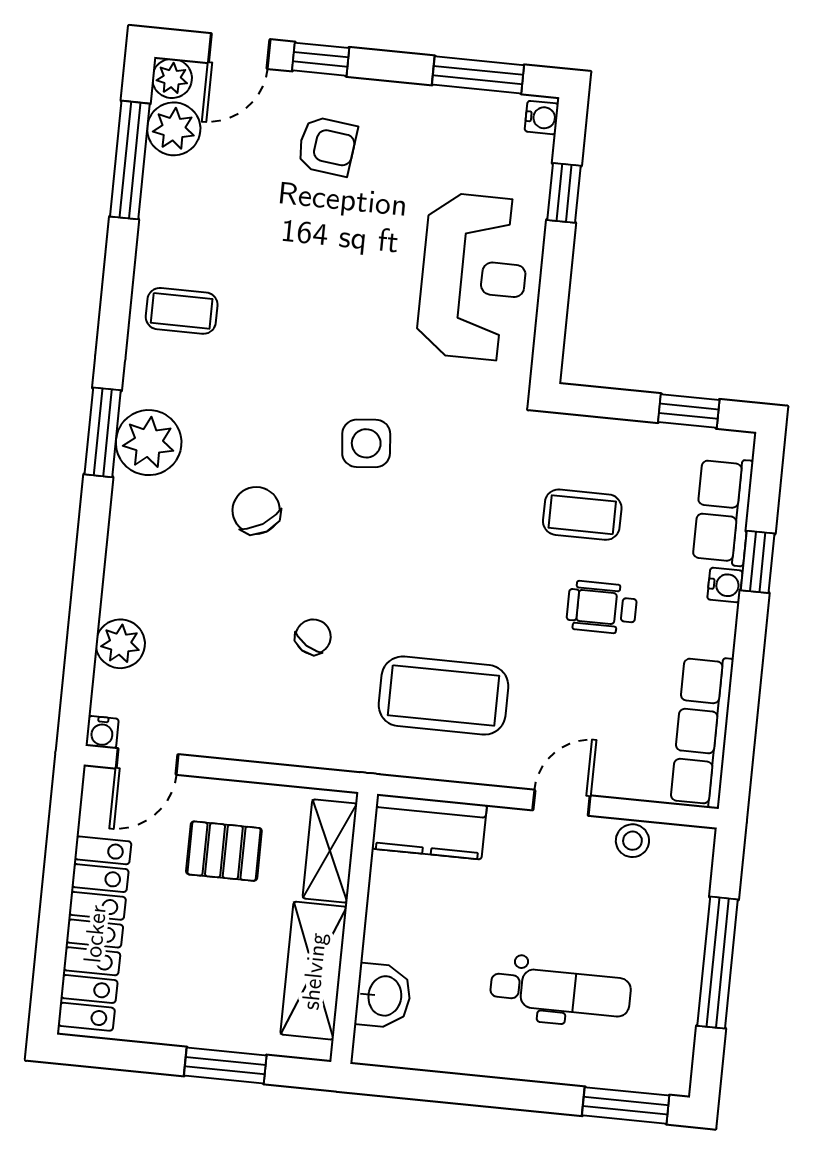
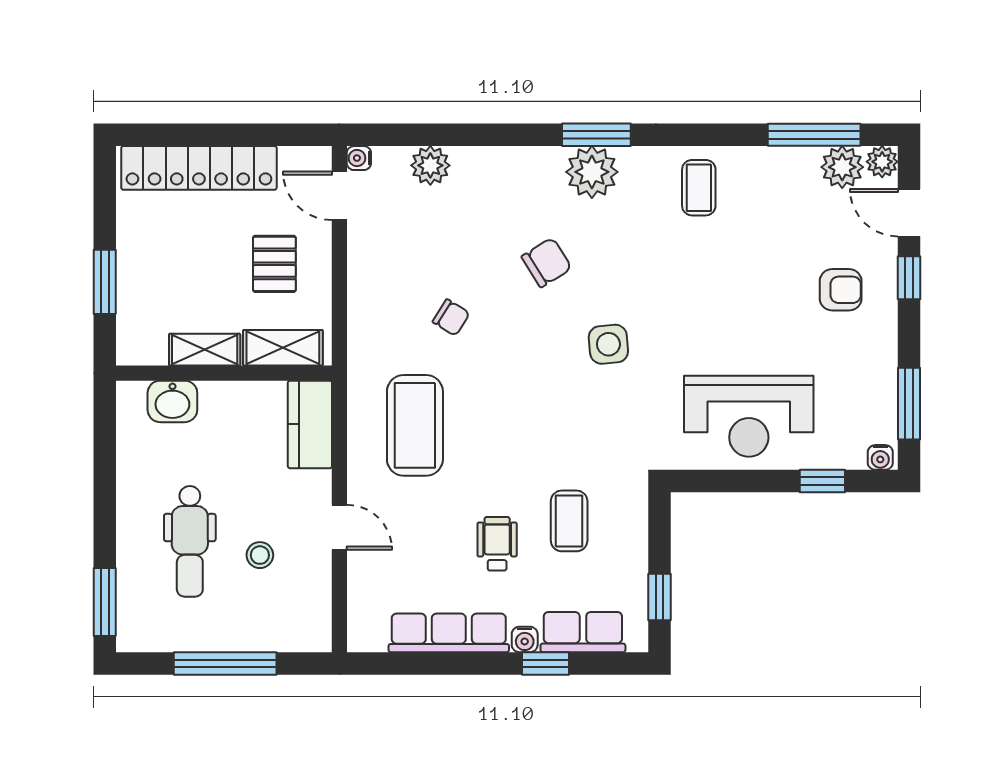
armchair: (327, 146) -> (841, 290), turned -97
row of seats: (702, 732) -> (449, 633), moved
stool: (632, 841) -> (260, 555), moved
shelving: (314, 971) -> (205, 350), width x0.67, depth x0.75

